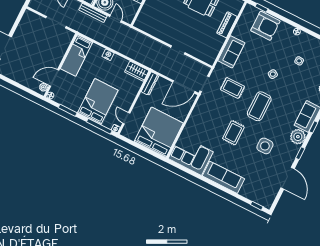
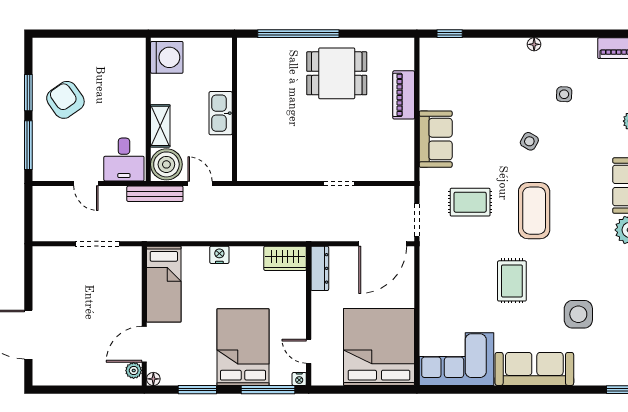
armchair: (265, 26) -> (473, 62), removed
side table: (265, 146) -> (578, 314), moved

